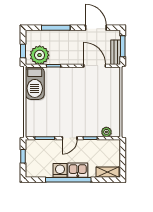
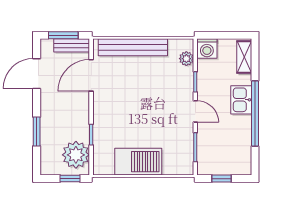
window: (56, 28) -> (37, 131), width x0.69
barbecue: (35, 83) -> (138, 162), moved
bench: (114, 95) -> (133, 47), added
washing machine: (60, 170) -> (207, 49), moved, turned -90

